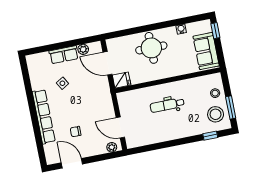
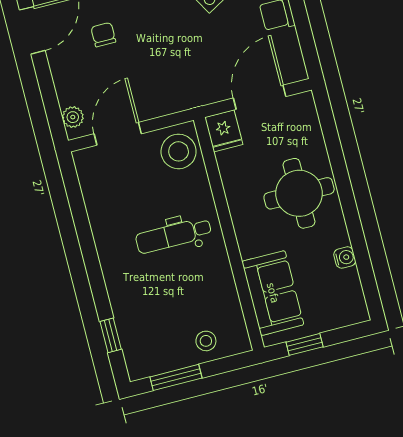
window: (215, 31) -> (305, 344), moved
plant: (83, 49) -> (288, 42), removed
sofa: (206, 51) -> (273, 293), moved, turned 90
dental chair: (167, 105) -> (174, 235), turned -90
stool: (216, 114) -> (179, 151), moved

